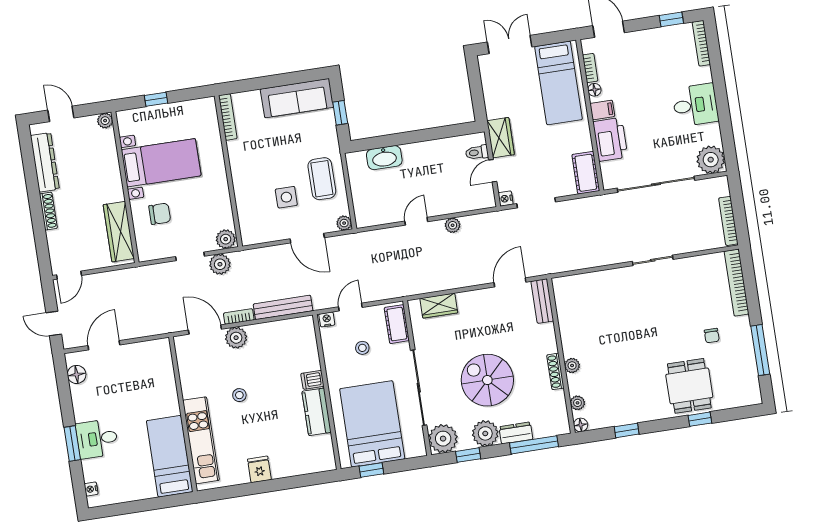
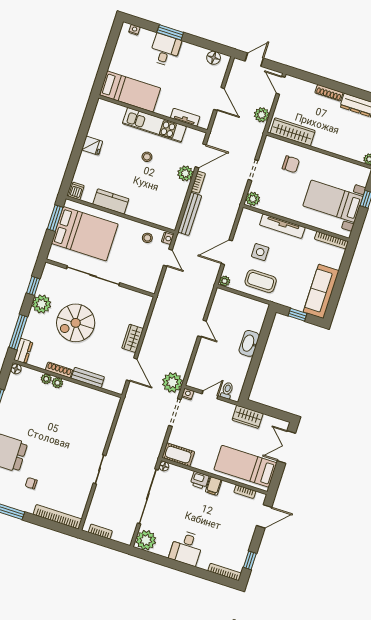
double door: (510, 44) -> (286, 447), swing flipped
floor lamp: (594, 90) -> (164, 466), moved
wardrobe: (501, 138) -> (248, 417), moved
printer: (610, 139) -> (199, 480), width x0.53, depth x0.68
washbasin: (384, 158) -> (249, 343), moved
bed with nightstands: (161, 163) -> (333, 201), moved, turned 90
door: (493, 171) -> (210, 395), hinge flipped
tv unit: (241, 186) -> (282, 226), added
chair: (160, 214) -> (291, 164), turned -90
bookcase: (728, 221) -> (100, 532), width x0.64
plant: (453, 225) -> (172, 382), moved, width x1.88, depth x1.88
plant: (220, 264) -> (262, 115), moved
bench: (542, 301) -> (88, 378), moved
wardrobe: (439, 306) -> (133, 338), moved
cot: (397, 324) -> (142, 282), removed
door: (104, 345) -> (219, 99), moved
stool: (362, 348) -> (147, 238), moved
tv unit: (167, 373) -> (185, 117), added
dishwasher: (312, 380) -> (76, 191), moved
spiral stairs: (487, 380) -> (76, 323), turned 180
plant: (577, 403) -> (46, 379), moved
dresser: (516, 433) -> (23, 351), moved
plant: (443, 439) -> (52, 275), removed
kitchen unit: (201, 440) -> (154, 125), moved
window: (371, 470) -> (55, 218), width x1.50

